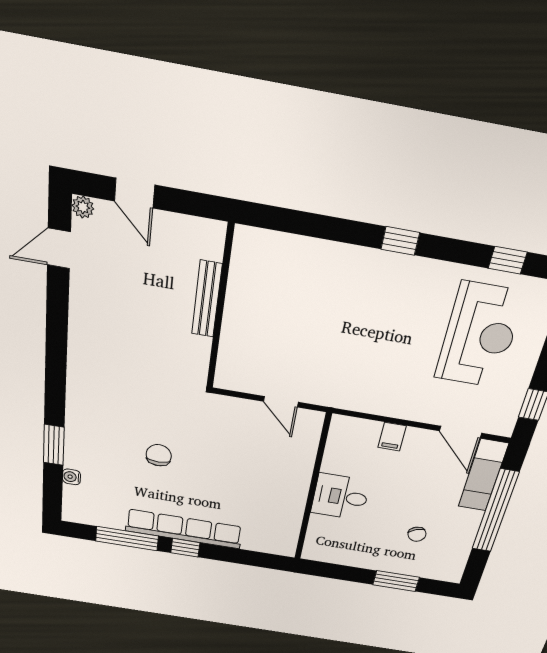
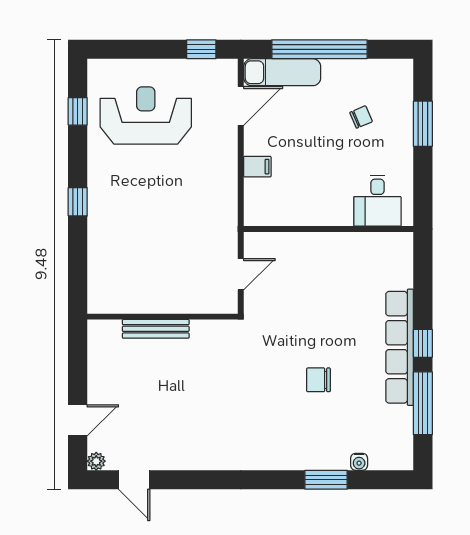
bench: (207, 299) -> (156, 329), moved
wall: (220, 309) -> (163, 317), moved
desk: (340, 497) -> (377, 201), moved

